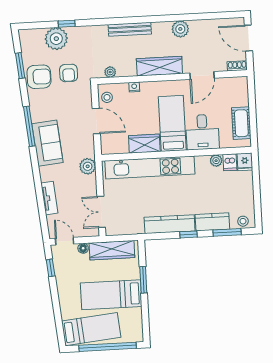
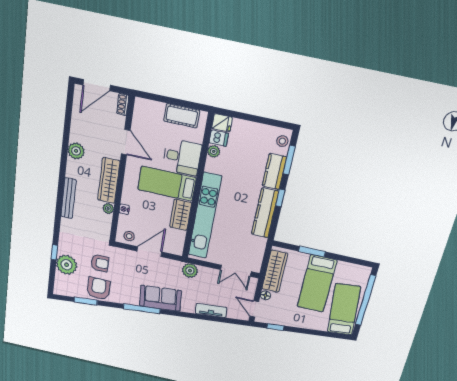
plant: (110, 72) -> (108, 209), moved
door: (65, 241) -> (254, 309), hinge flipped

